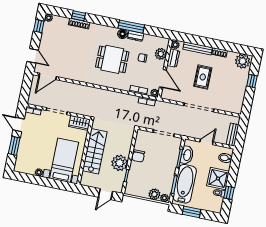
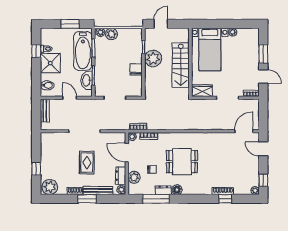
window: (131, 27) -> (156, 199), moved
window: (210, 43) -> (87, 199), added
door: (206, 142) -> (70, 98), swing flipped

